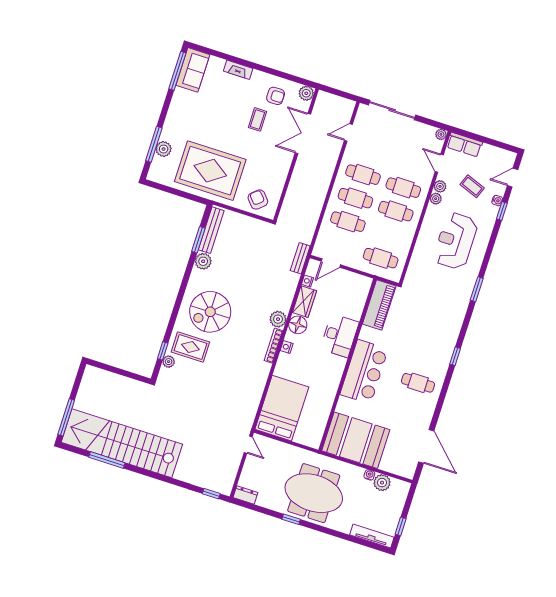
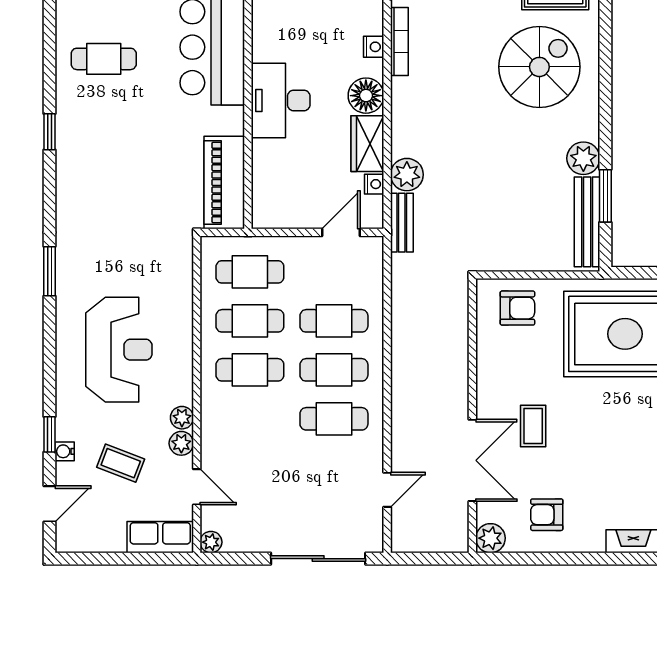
coffee table: (258, 119) -> (533, 426), moved
cafe table: (403, 188) -> (250, 321), moved
armchair: (258, 200) -> (517, 308), turned -49
plant: (278, 319) -> (407, 175), moved

